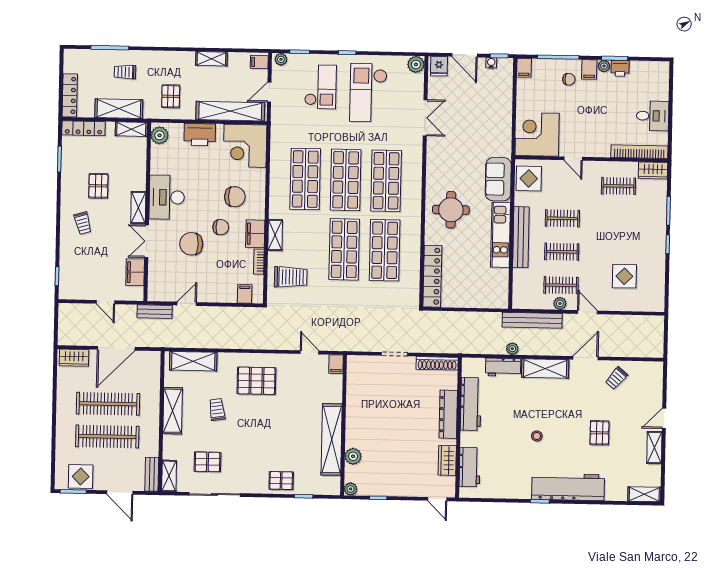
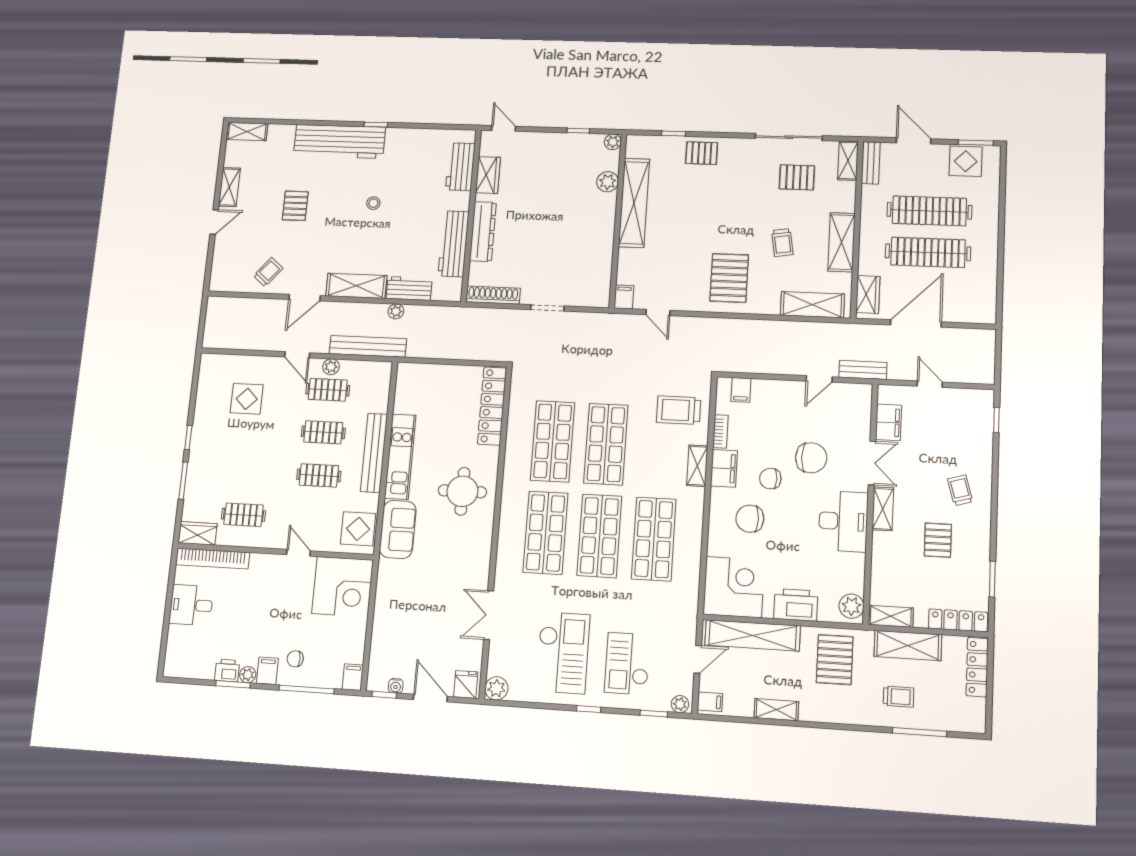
pallet: (171, 96) -> (835, 660), width x1.50, depth x1.42
wardrobe: (74, 358) -> (868, 294), moved, turned 90
pallet: (256, 381) -> (729, 278), turned 90

